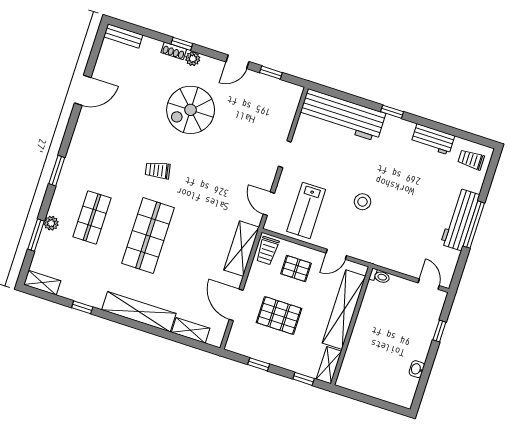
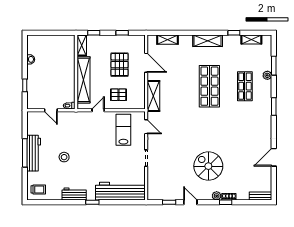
door: (237, 62) -> (190, 202), hinge flipped
spiral stairs: (191, 110) -> (208, 166), turned -90
workbench: (433, 139) -> (74, 194), moved
trolley: (158, 170) -> (216, 125), removed
stool: (363, 202) -> (64, 157), moved
trolley: (267, 251) -> (138, 100), removed
shelving: (42, 283) -> (251, 40), moved
door: (429, 284) -> (51, 110), moved
shelving: (139, 312) -> (208, 41), width x0.68
pallet: (279, 315) -> (120, 65), turned 90

